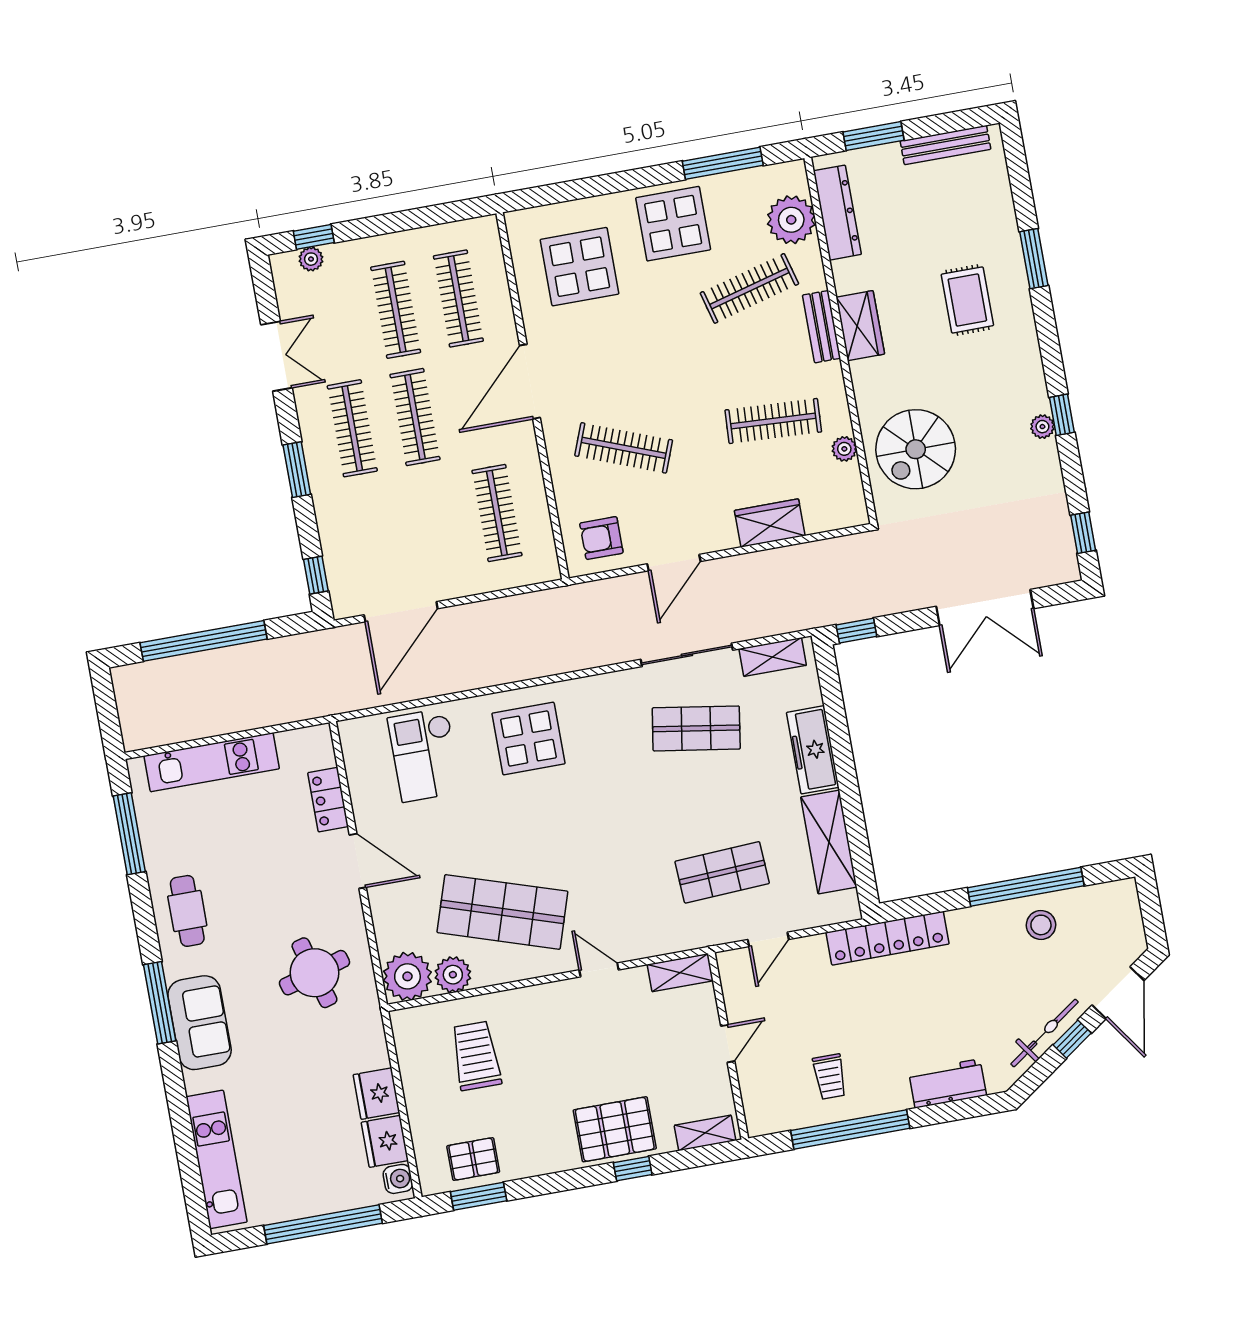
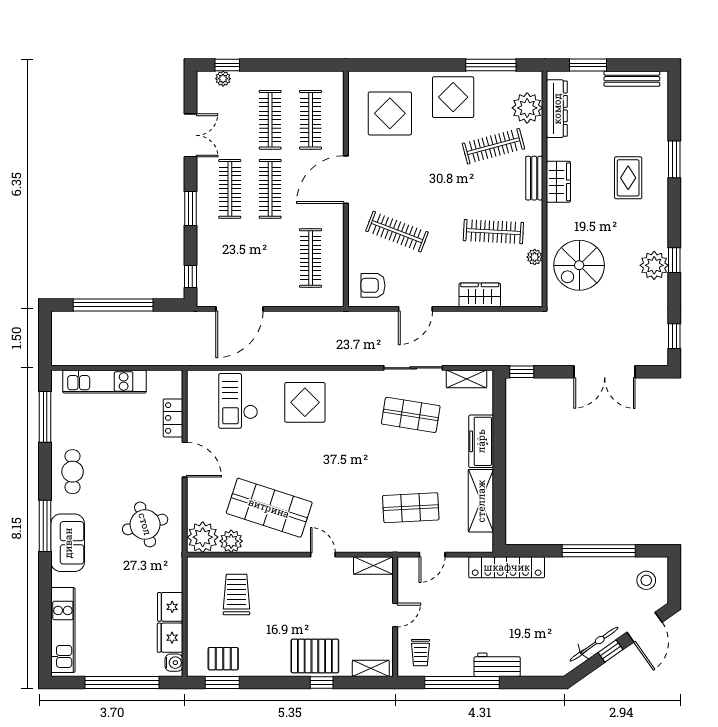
plant: (1042, 427) -> (654, 265), width x1.87, depth x1.87
stool: (1041, 925) -> (646, 580), moved
trolley: (830, 1077) -> (420, 653), moved
workbench: (948, 1083) -> (497, 665), moved

